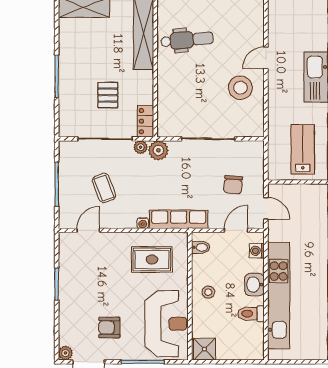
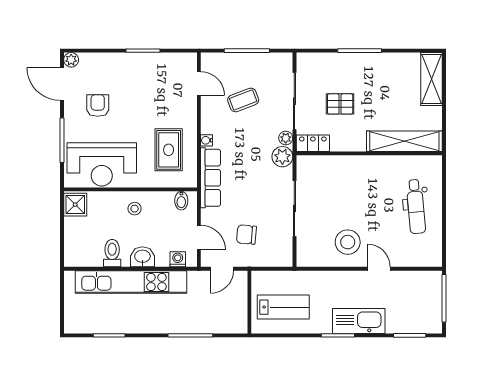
dental chair: (187, 40) -> (416, 207), moved

